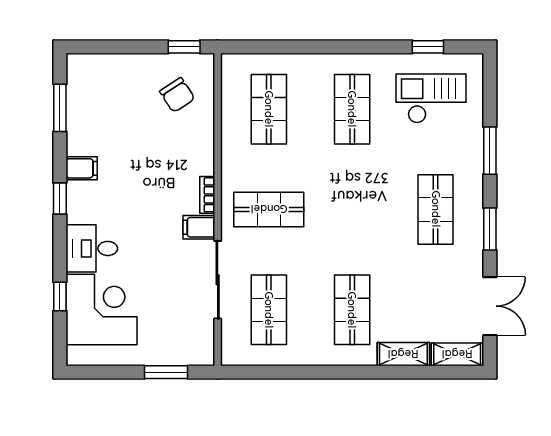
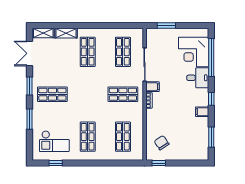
shop shelf: (436, 209) -> (52, 94), turned 90
window: (60, 297) -> (211, 57), width x3.17

